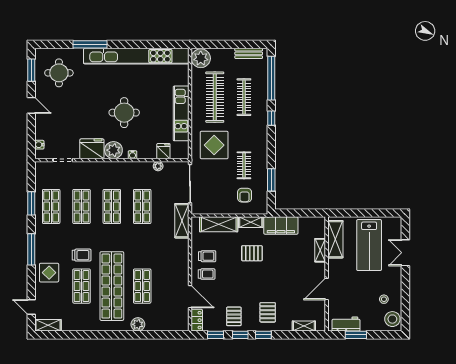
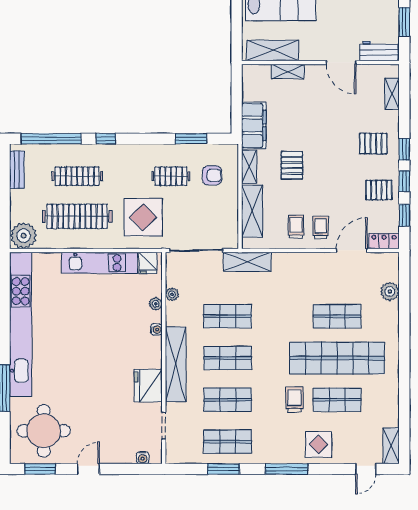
round table: (59, 73) -> (44, 431), width x1.36, depth x1.36
round table: (124, 113) -> (98, 341), removed
plant: (113, 150) -> (156, 304), moved, width x0.53, depth x0.53
fridge: (163, 151) -> (148, 263), moved, turned -90
shelving: (107, 169) -> (176, 364), added
plant: (138, 324) -> (390, 291), moved
workbench: (346, 324) -> (379, 51), moved, turned 90

